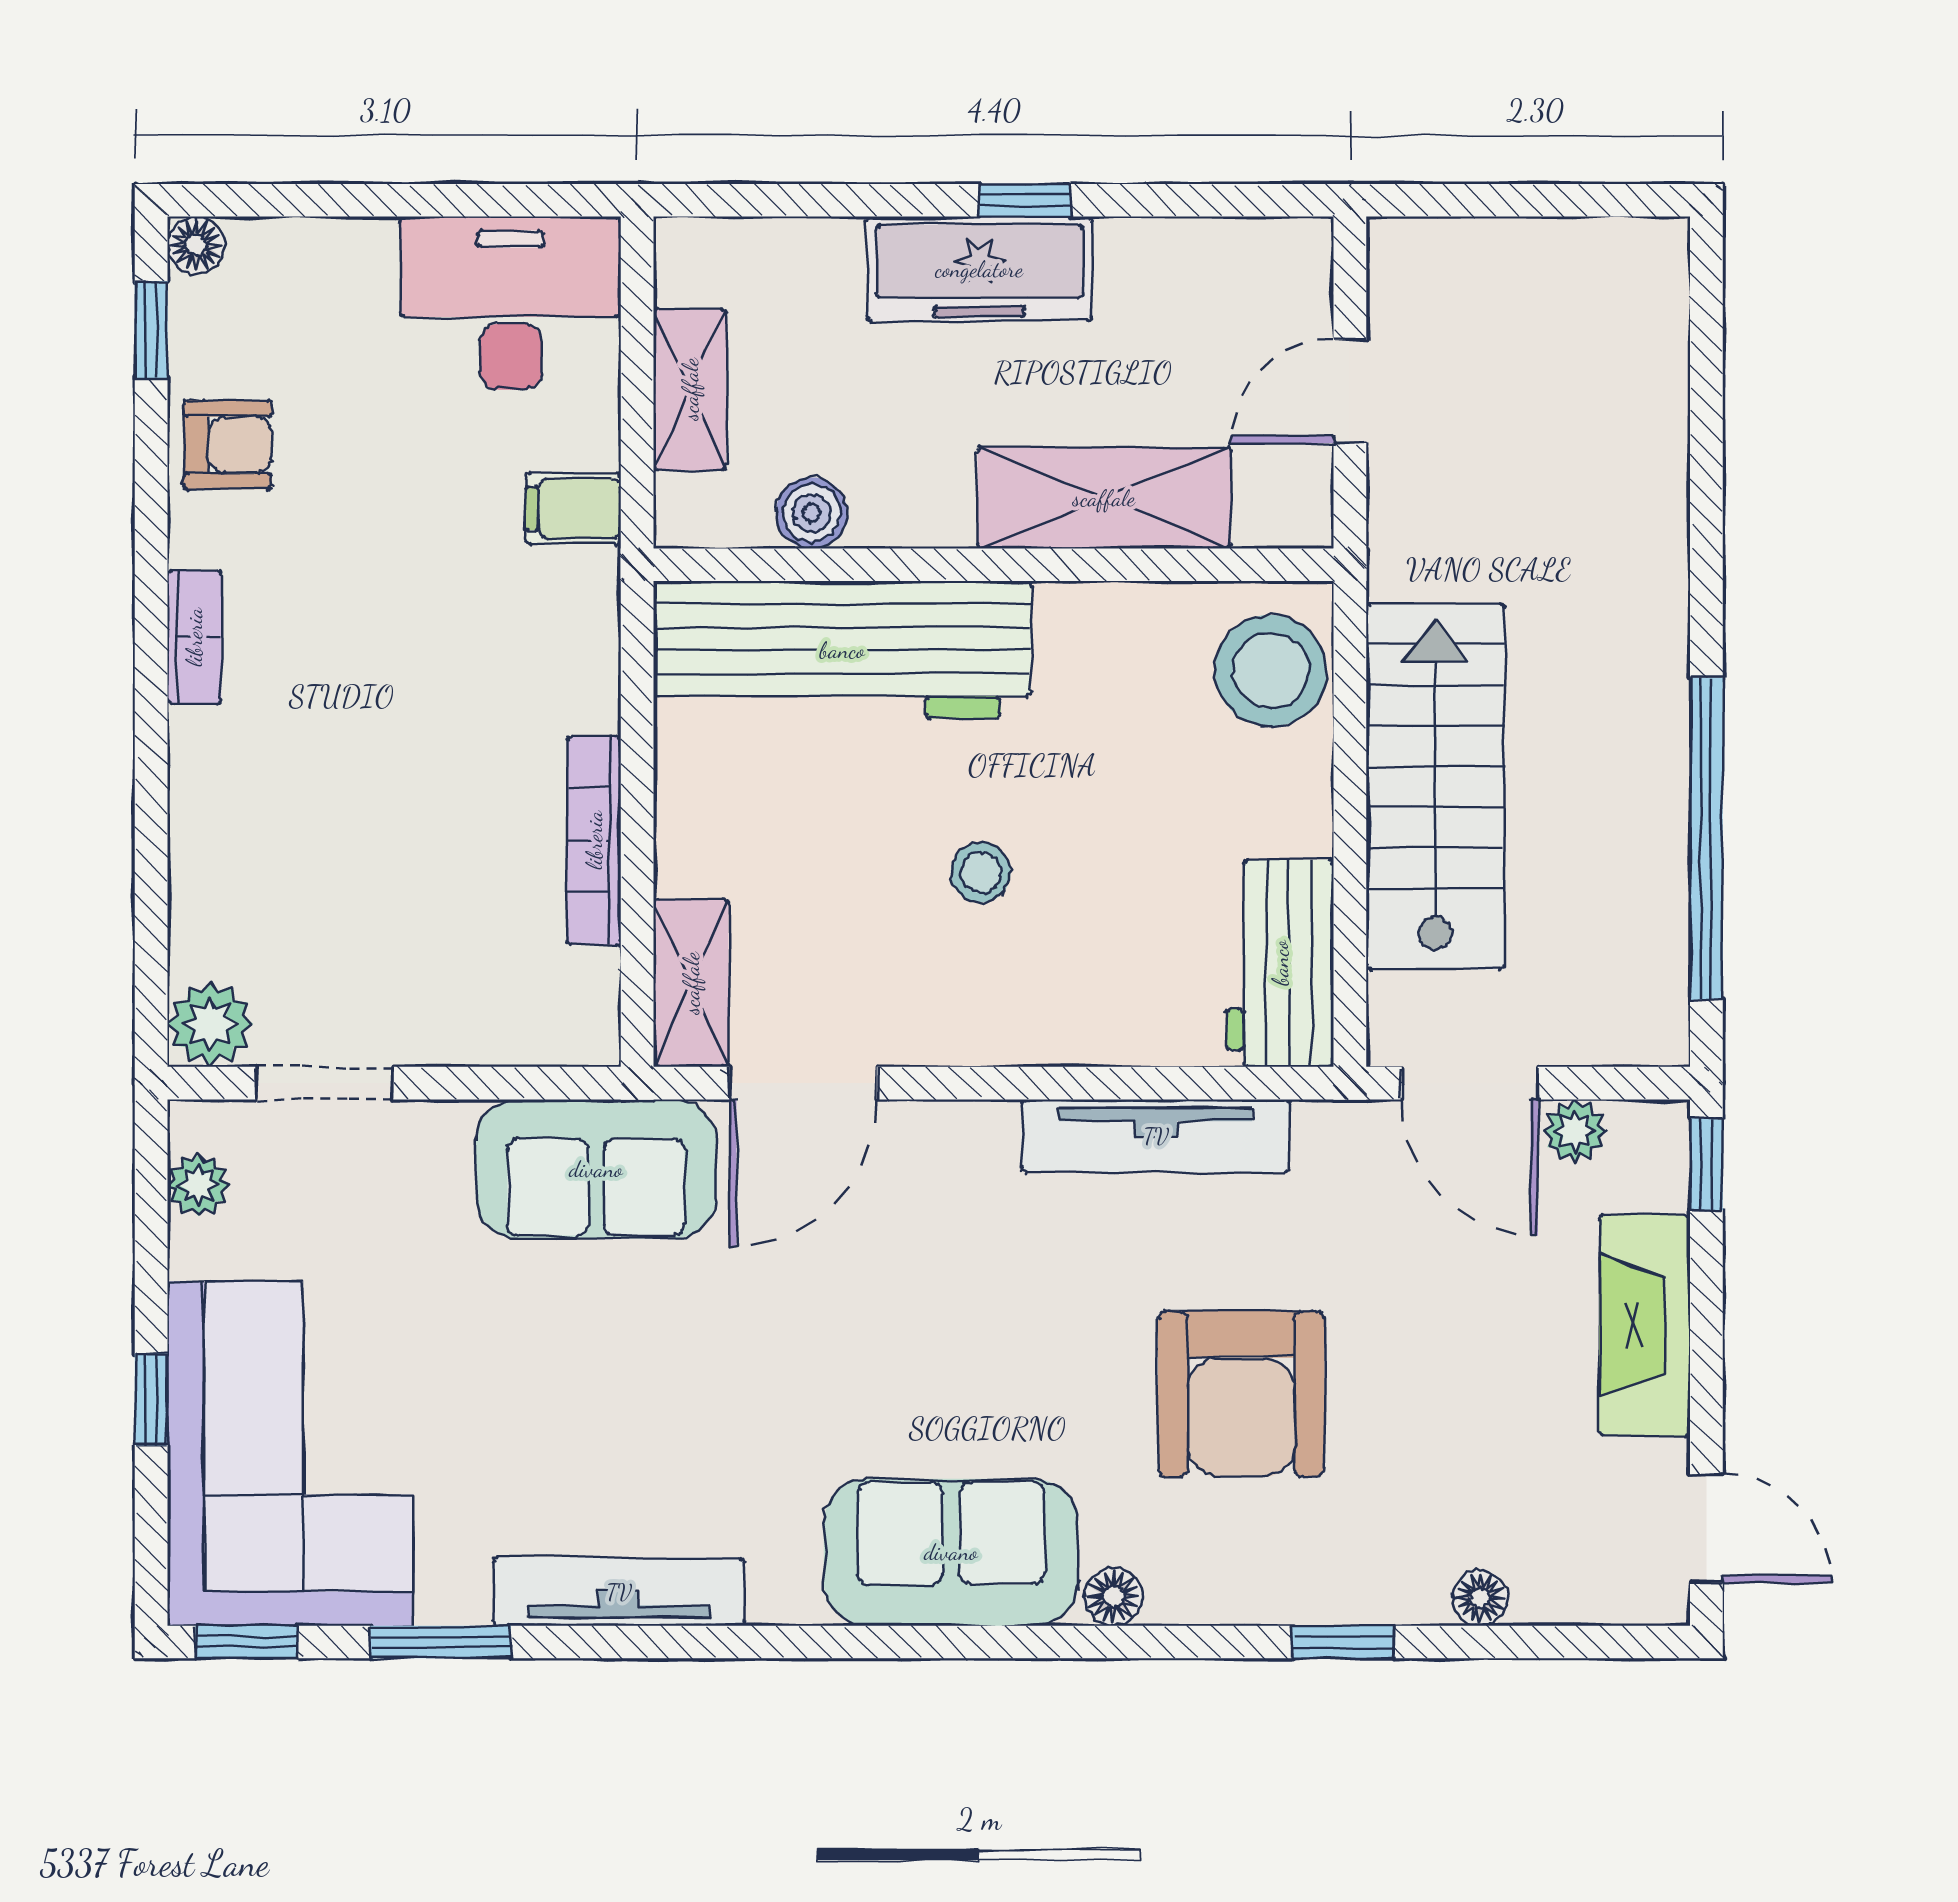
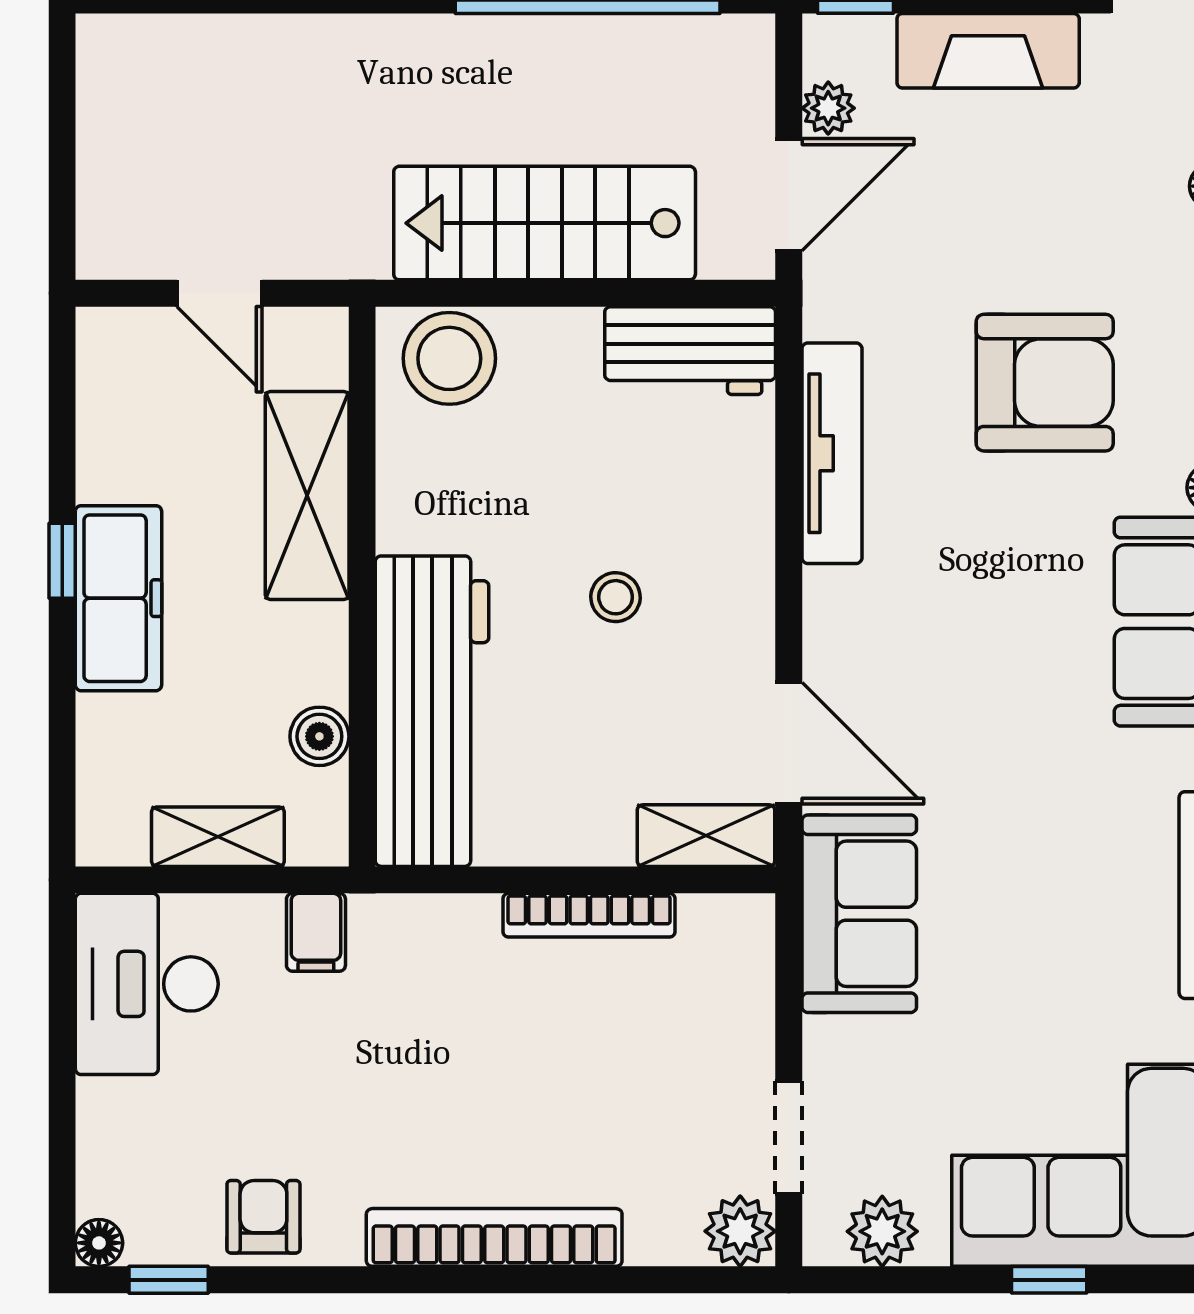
bookcase: (194, 637) -> (494, 1237), width x2.31, depth x1.31
plant: (198, 1185) -> (882, 1231), width x1.38, depth x1.38

